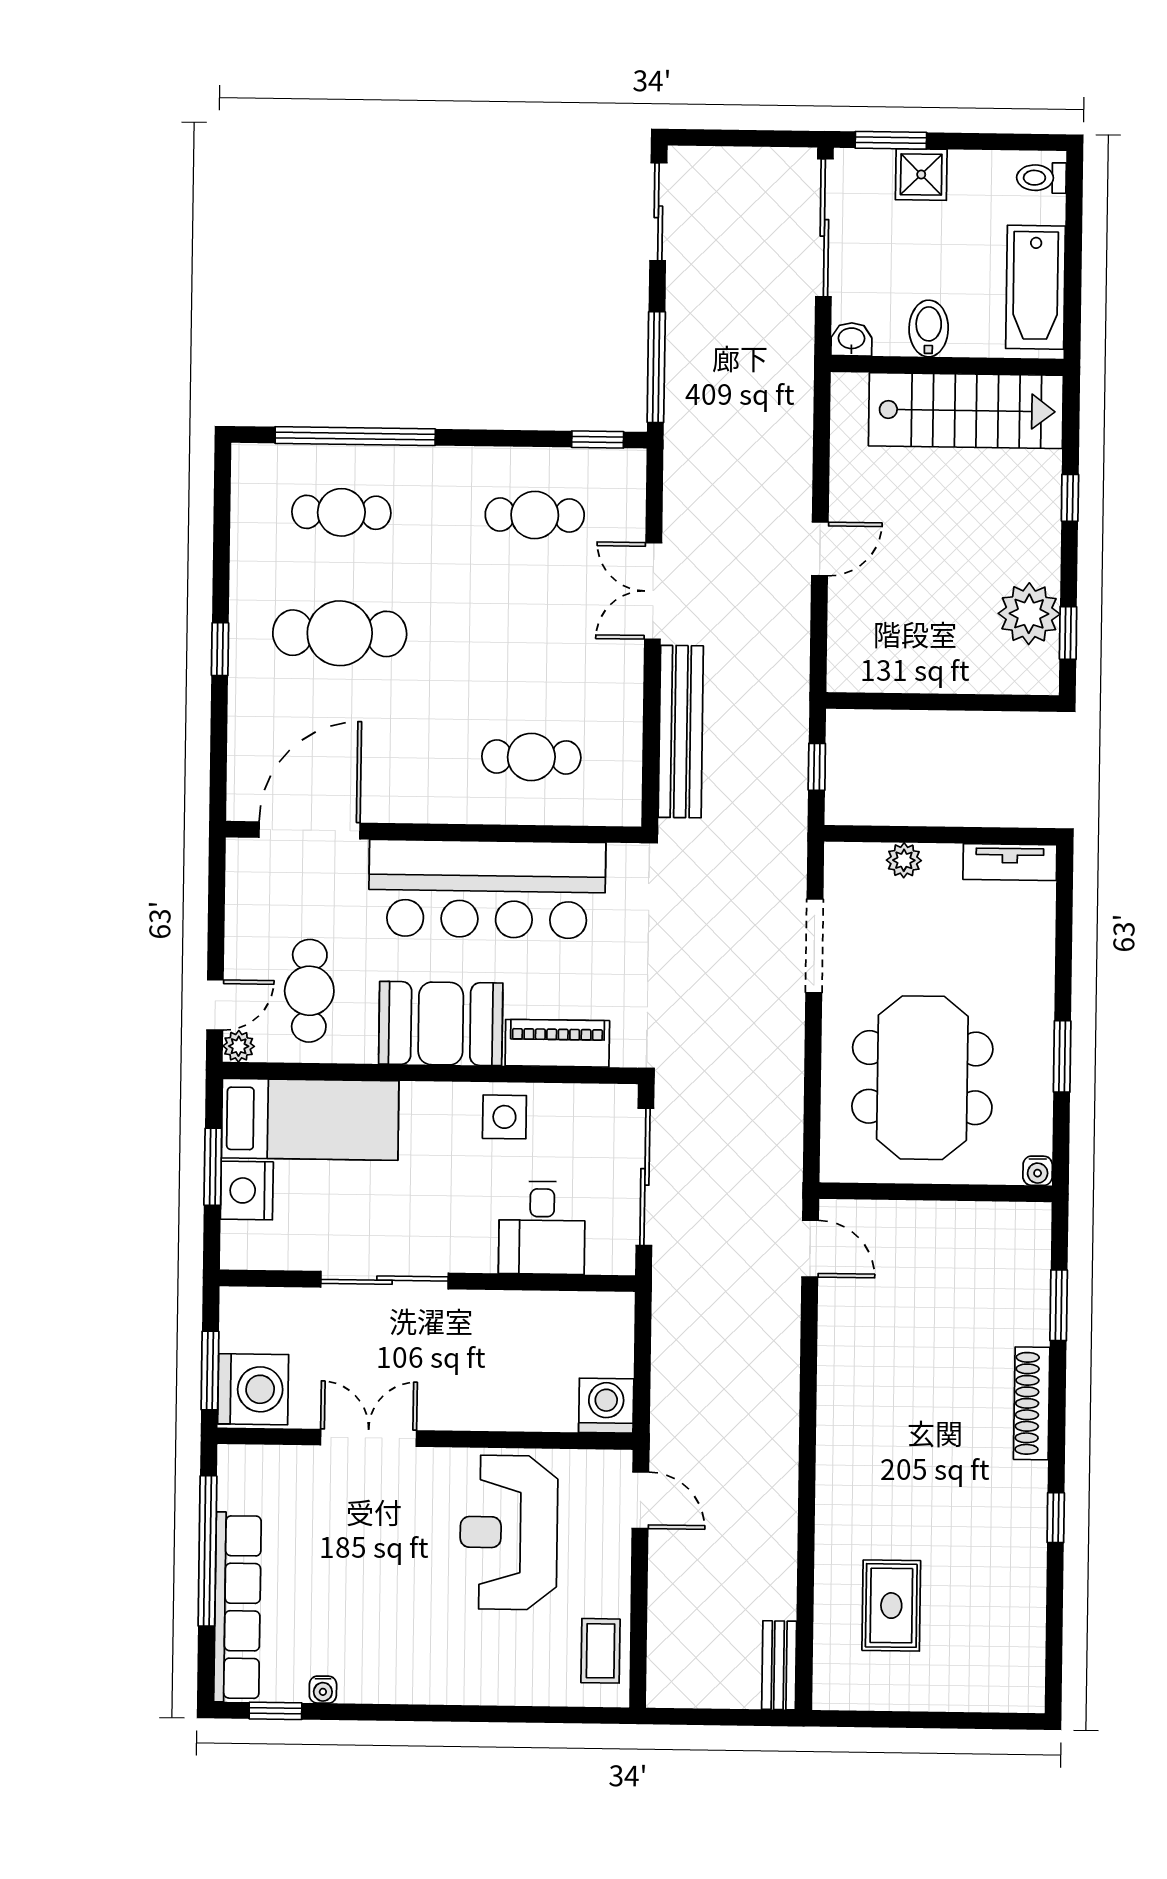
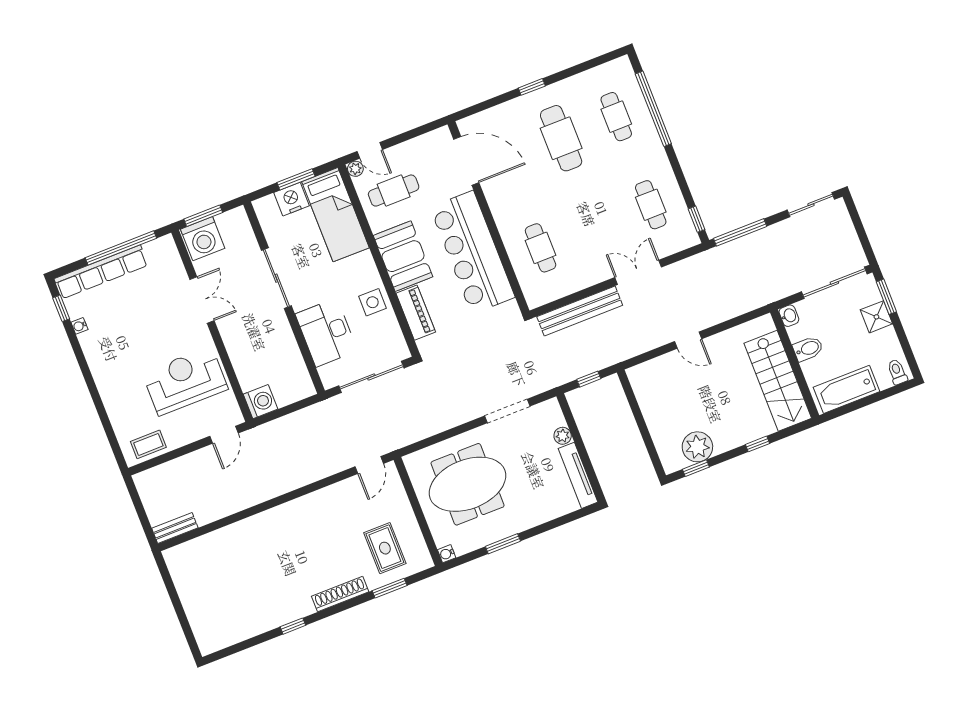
tv unit: (1010, 862) -> (578, 475), width x1.41
desk: (542, 1228) -> (326, 332), width x1.37
rug: (891, 1606) -> (385, 548), moved, turned 90

